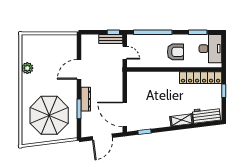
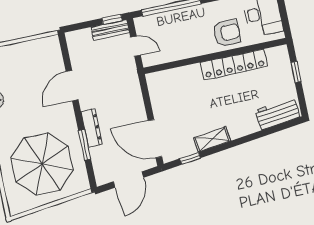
armchair: (175, 52) -> (227, 33), moved
locker: (201, 78) -> (234, 65), moved
shelving: (181, 120) -> (212, 139), moved

